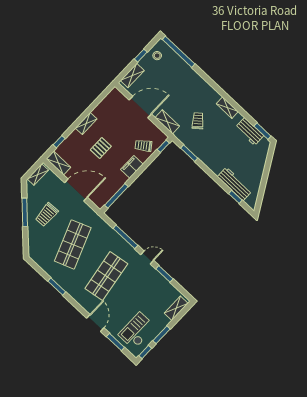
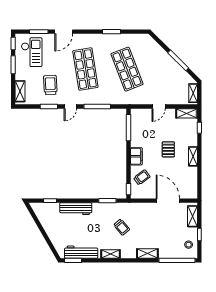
door: (140, 107) -> (168, 201), swing flipped
shelving: (167, 122) -> (147, 253), moved
workbench: (250, 131) -> (81, 252), width x1.38
workbench: (235, 184) -> (76, 209), moved
door: (76, 190) -> (159, 107), width x0.53
trolley: (47, 215) -> (50, 85), moved
door: (95, 323) -> (64, 32), hinge flipped

